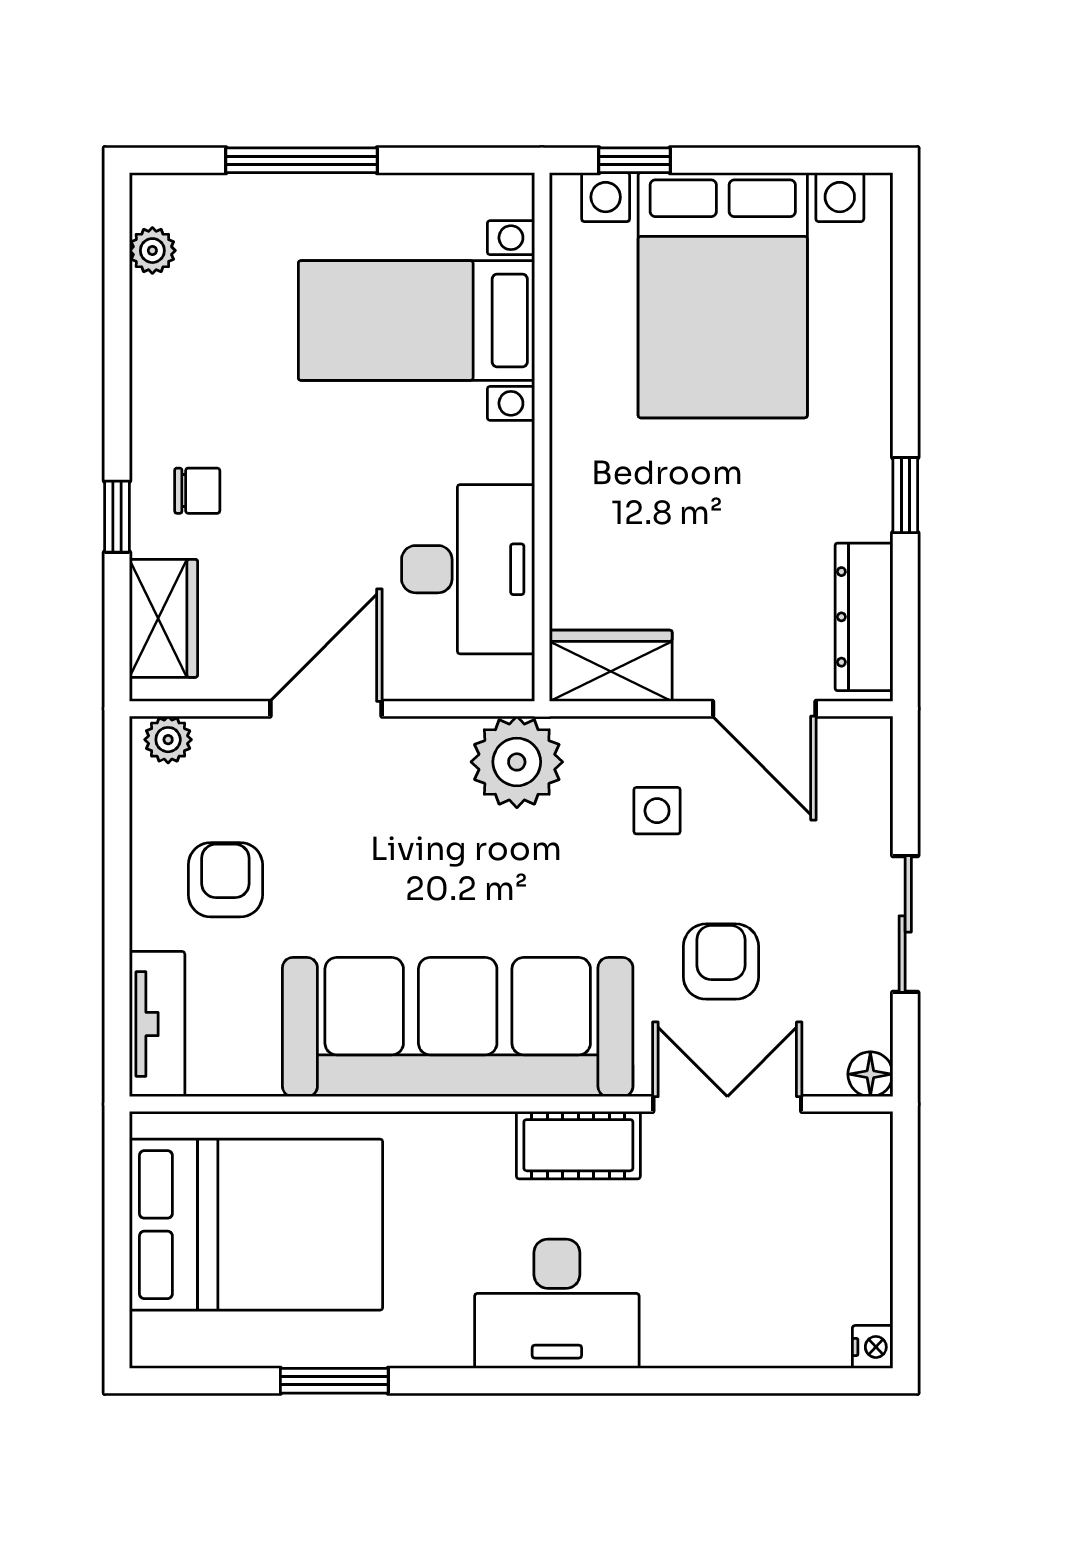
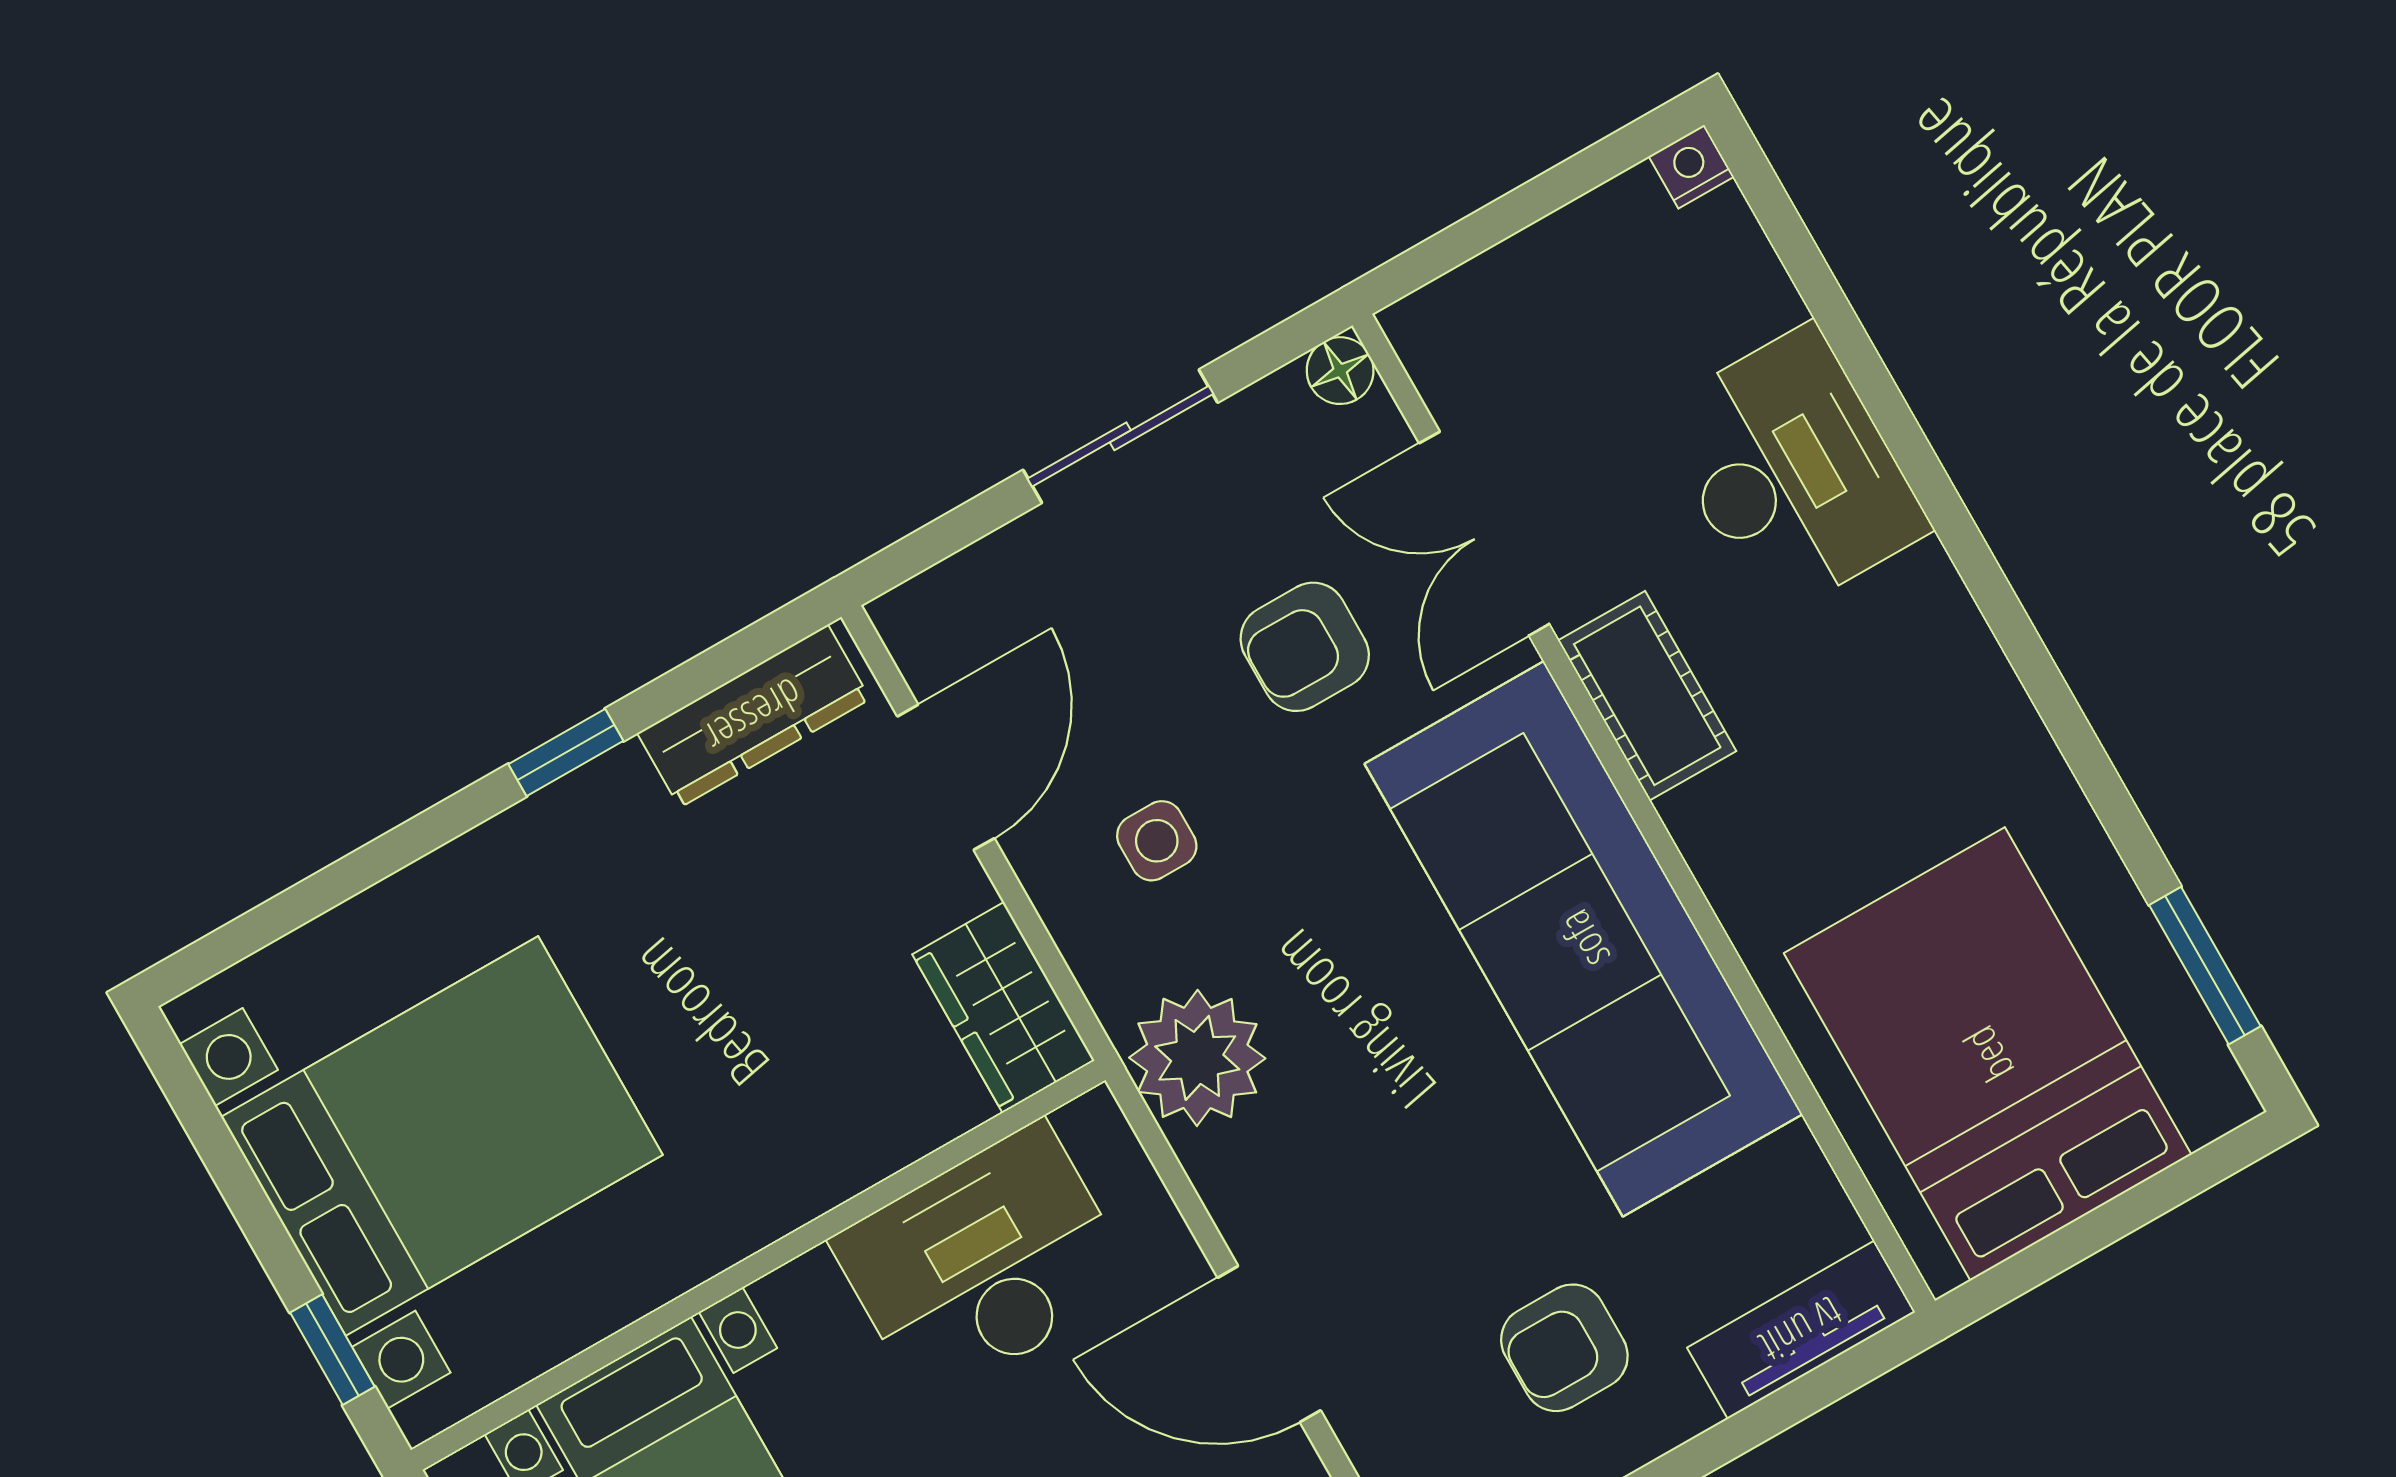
desk: (557, 1304) -> (1791, 472), moved
window: (334, 1381) -> (2205, 966), moved

